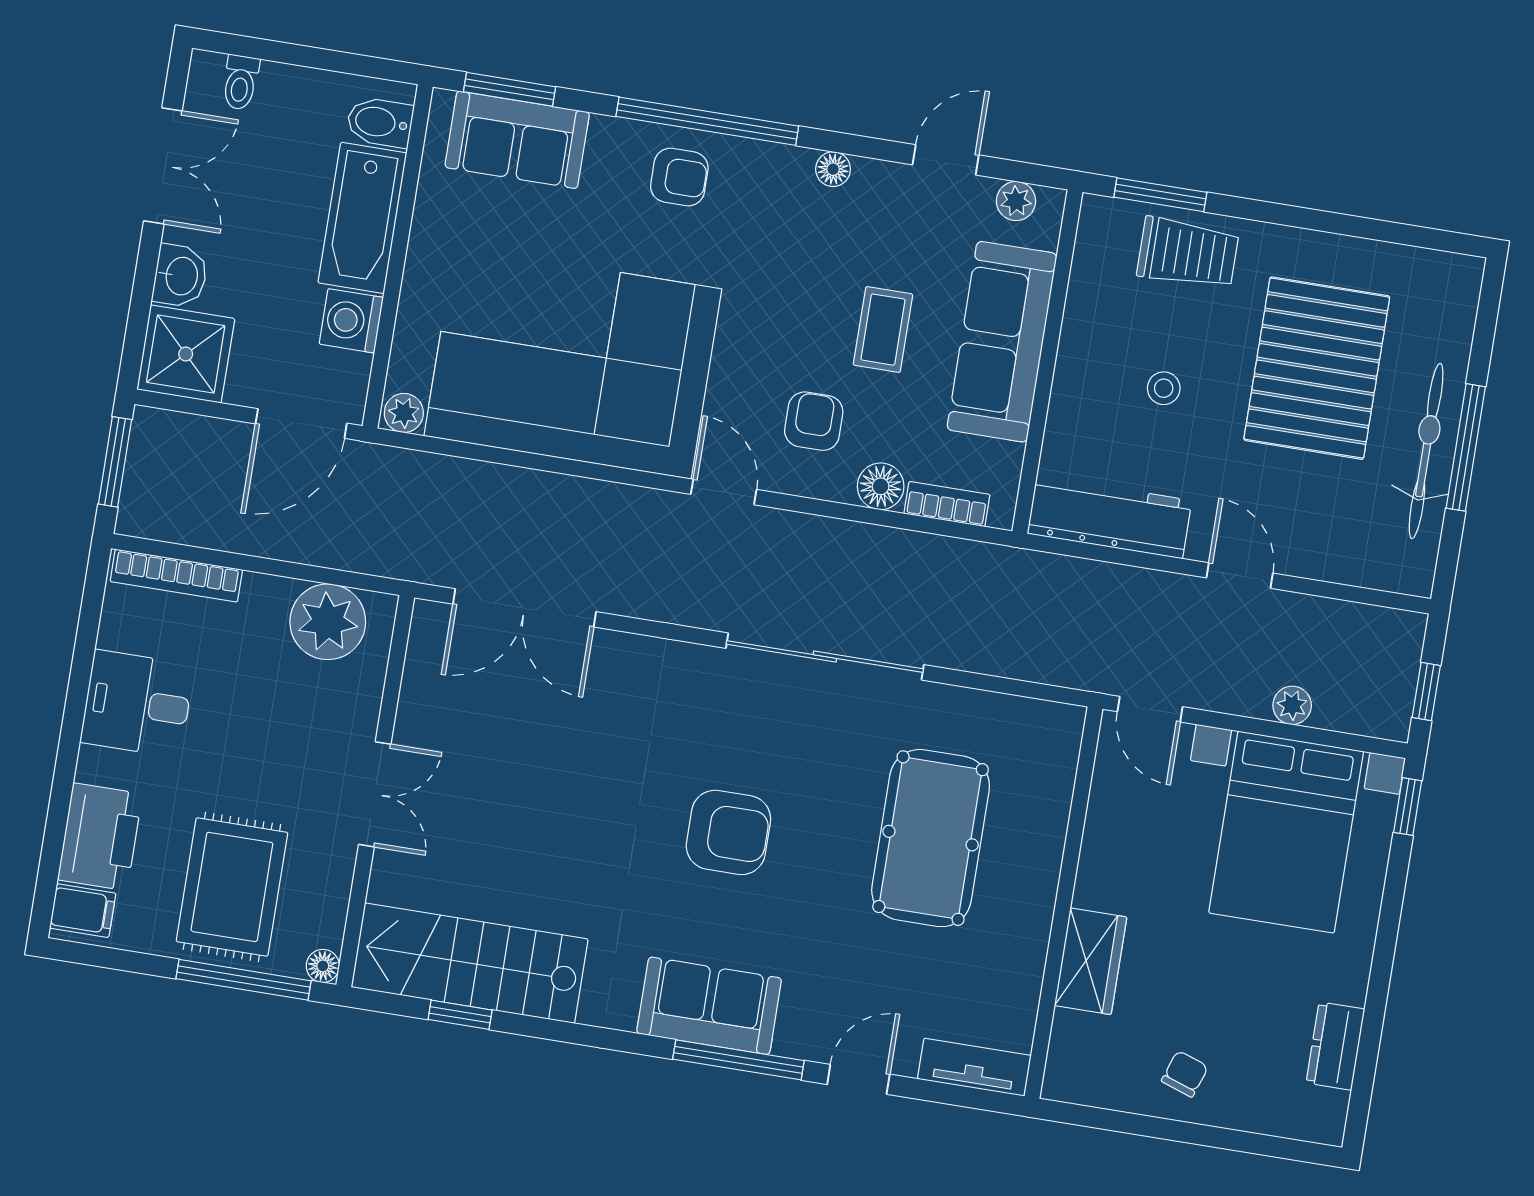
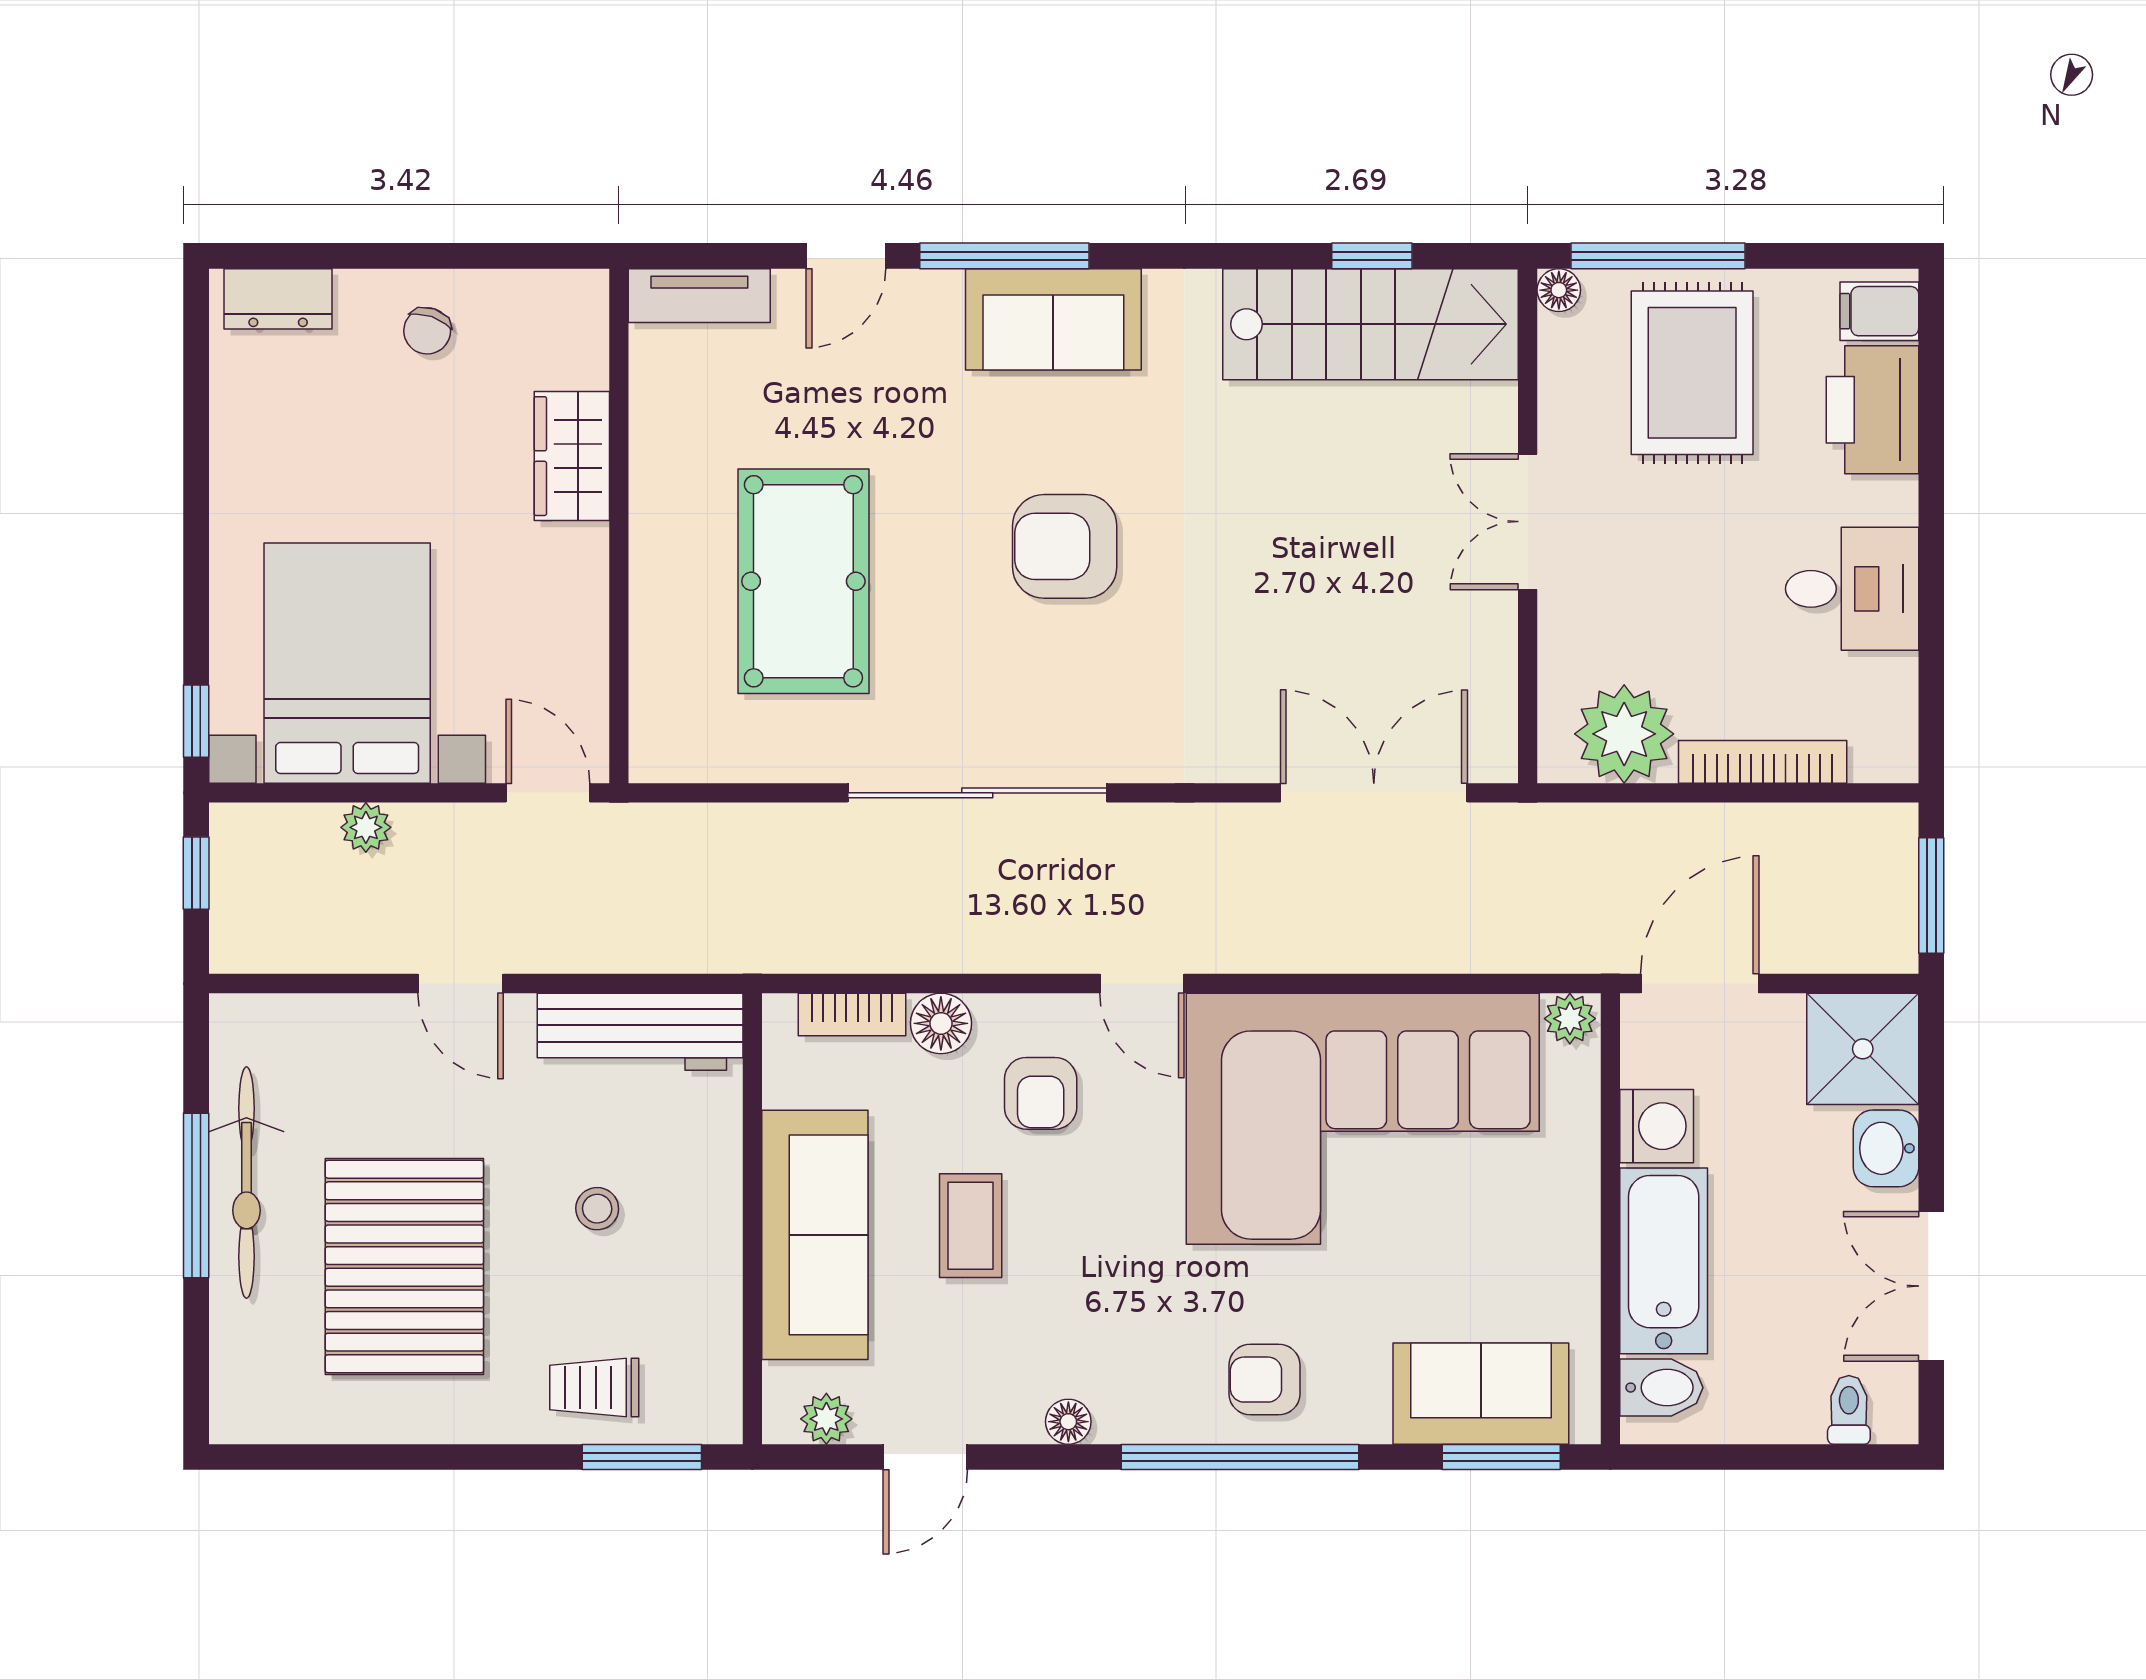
trolley: (1188, 253) -> (594, 1388), width x0.73, depth x0.72
bookcase: (176, 576) -> (1763, 762), moved
dresser: (1335, 1046) -> (278, 299), moved, turned 90

